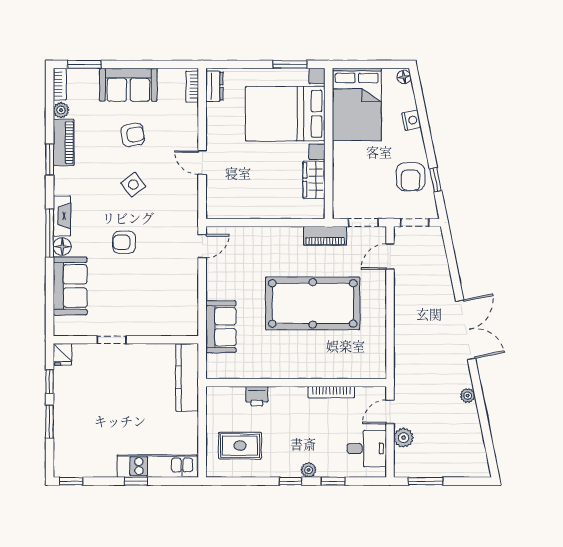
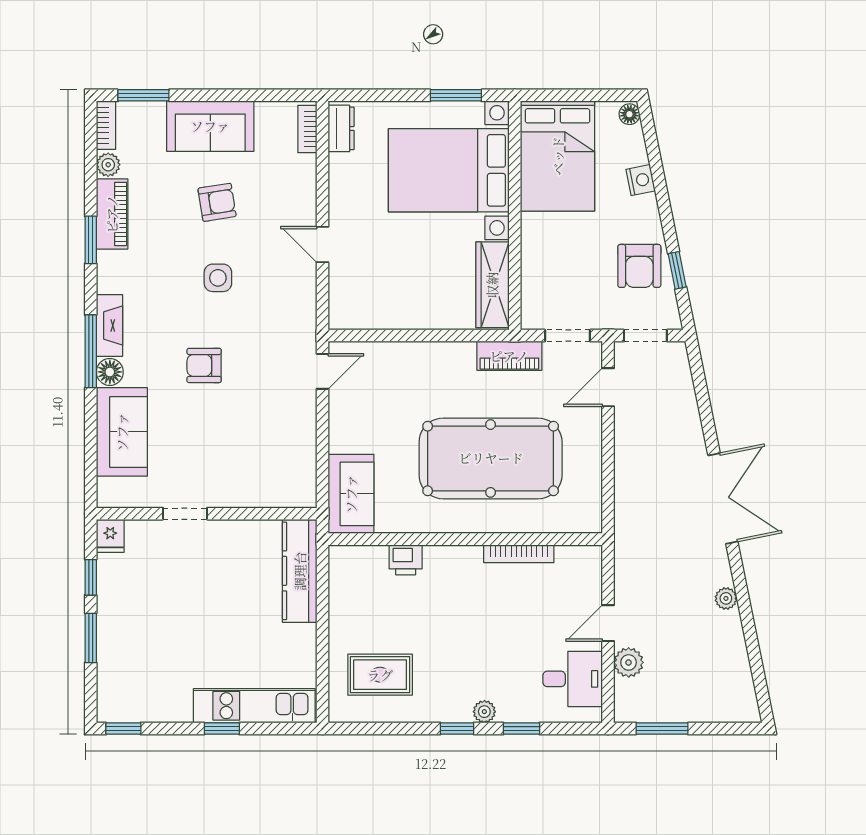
wardrobe: (314, 180) -> (492, 285), width x1.50
side table: (133, 185) -> (218, 278), turned 37
wall: (296, 383) -> (465, 539), moved
bookcase: (331, 392) -> (519, 554), moved
printer: (257, 396) -> (406, 560), moved

